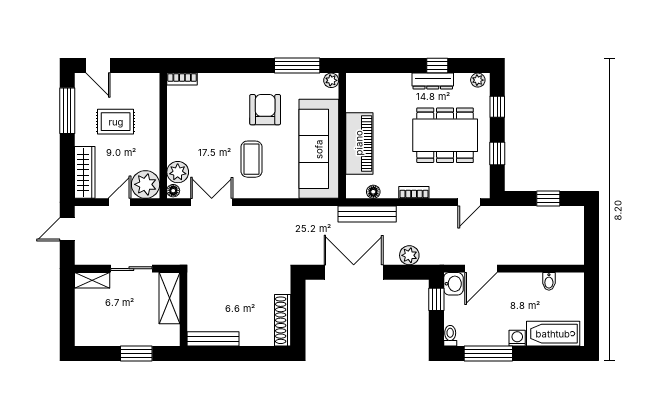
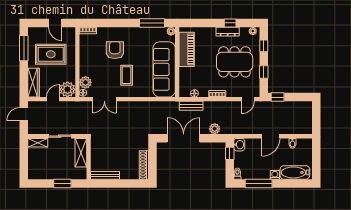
door: (98, 66) -> (55, 23), moved
armchair: (265, 110) -> (115, 50), moved
rug: (116, 122) -> (51, 54), width x1.36, depth x1.43
piano: (359, 143) -> (187, 49), moved
window: (548, 198) -> (278, 97), moved
double door: (212, 202) -> (104, 99), swing flipped
bench: (367, 214) -> (191, 106), width x0.73
door: (481, 269) -> (271, 136), moved

